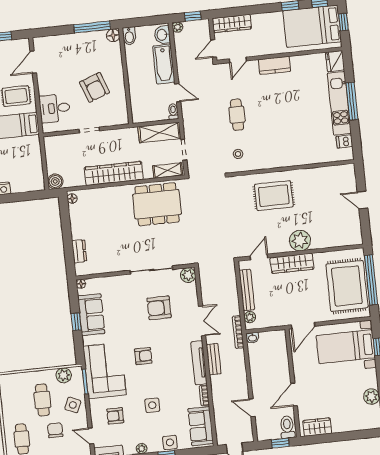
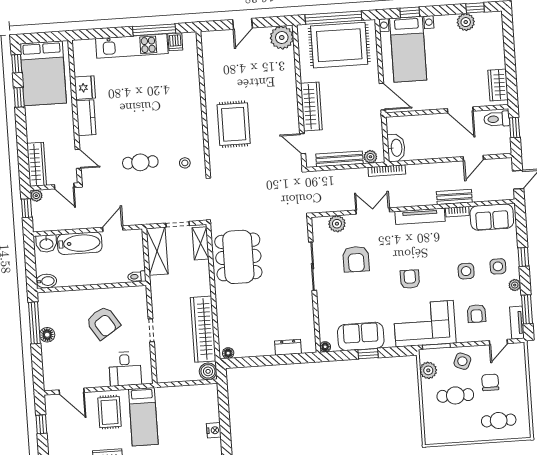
window: (343, 22) -> (40, 38), removed
plant: (177, 27) -> (36, 196), moved
floor lamp: (113, 35) -> (47, 335), moved
fridge: (335, 61) -> (85, 88), moved, turned -90
armchair: (95, 87) -> (103, 323), turned 77
window: (352, 101) -> (154, 30), moved
toilet: (173, 112) -> (137, 277), moved
wardrobe: (114, 173) -> (203, 329), moved
plant: (300, 241) -> (282, 38), moved
plant: (188, 275) -> (337, 224), moved
washbasin: (252, 338) -> (396, 148), width x1.91, depth x1.45
bench: (214, 359) -> (454, 197), moved
chair: (55, 430) -> (490, 382), turned 90
side table: (170, 442) -> (498, 266), moved

